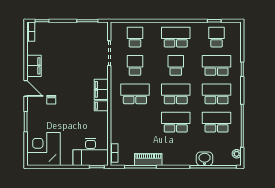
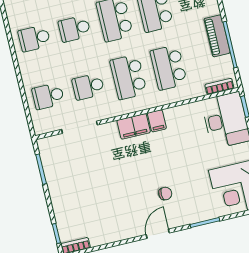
school desk: (176, 37) -> (34, 38), width x0.54
filing cabinet: (34, 66) -> (123, 230), removed
school desk: (135, 122) -> (169, 67), added

